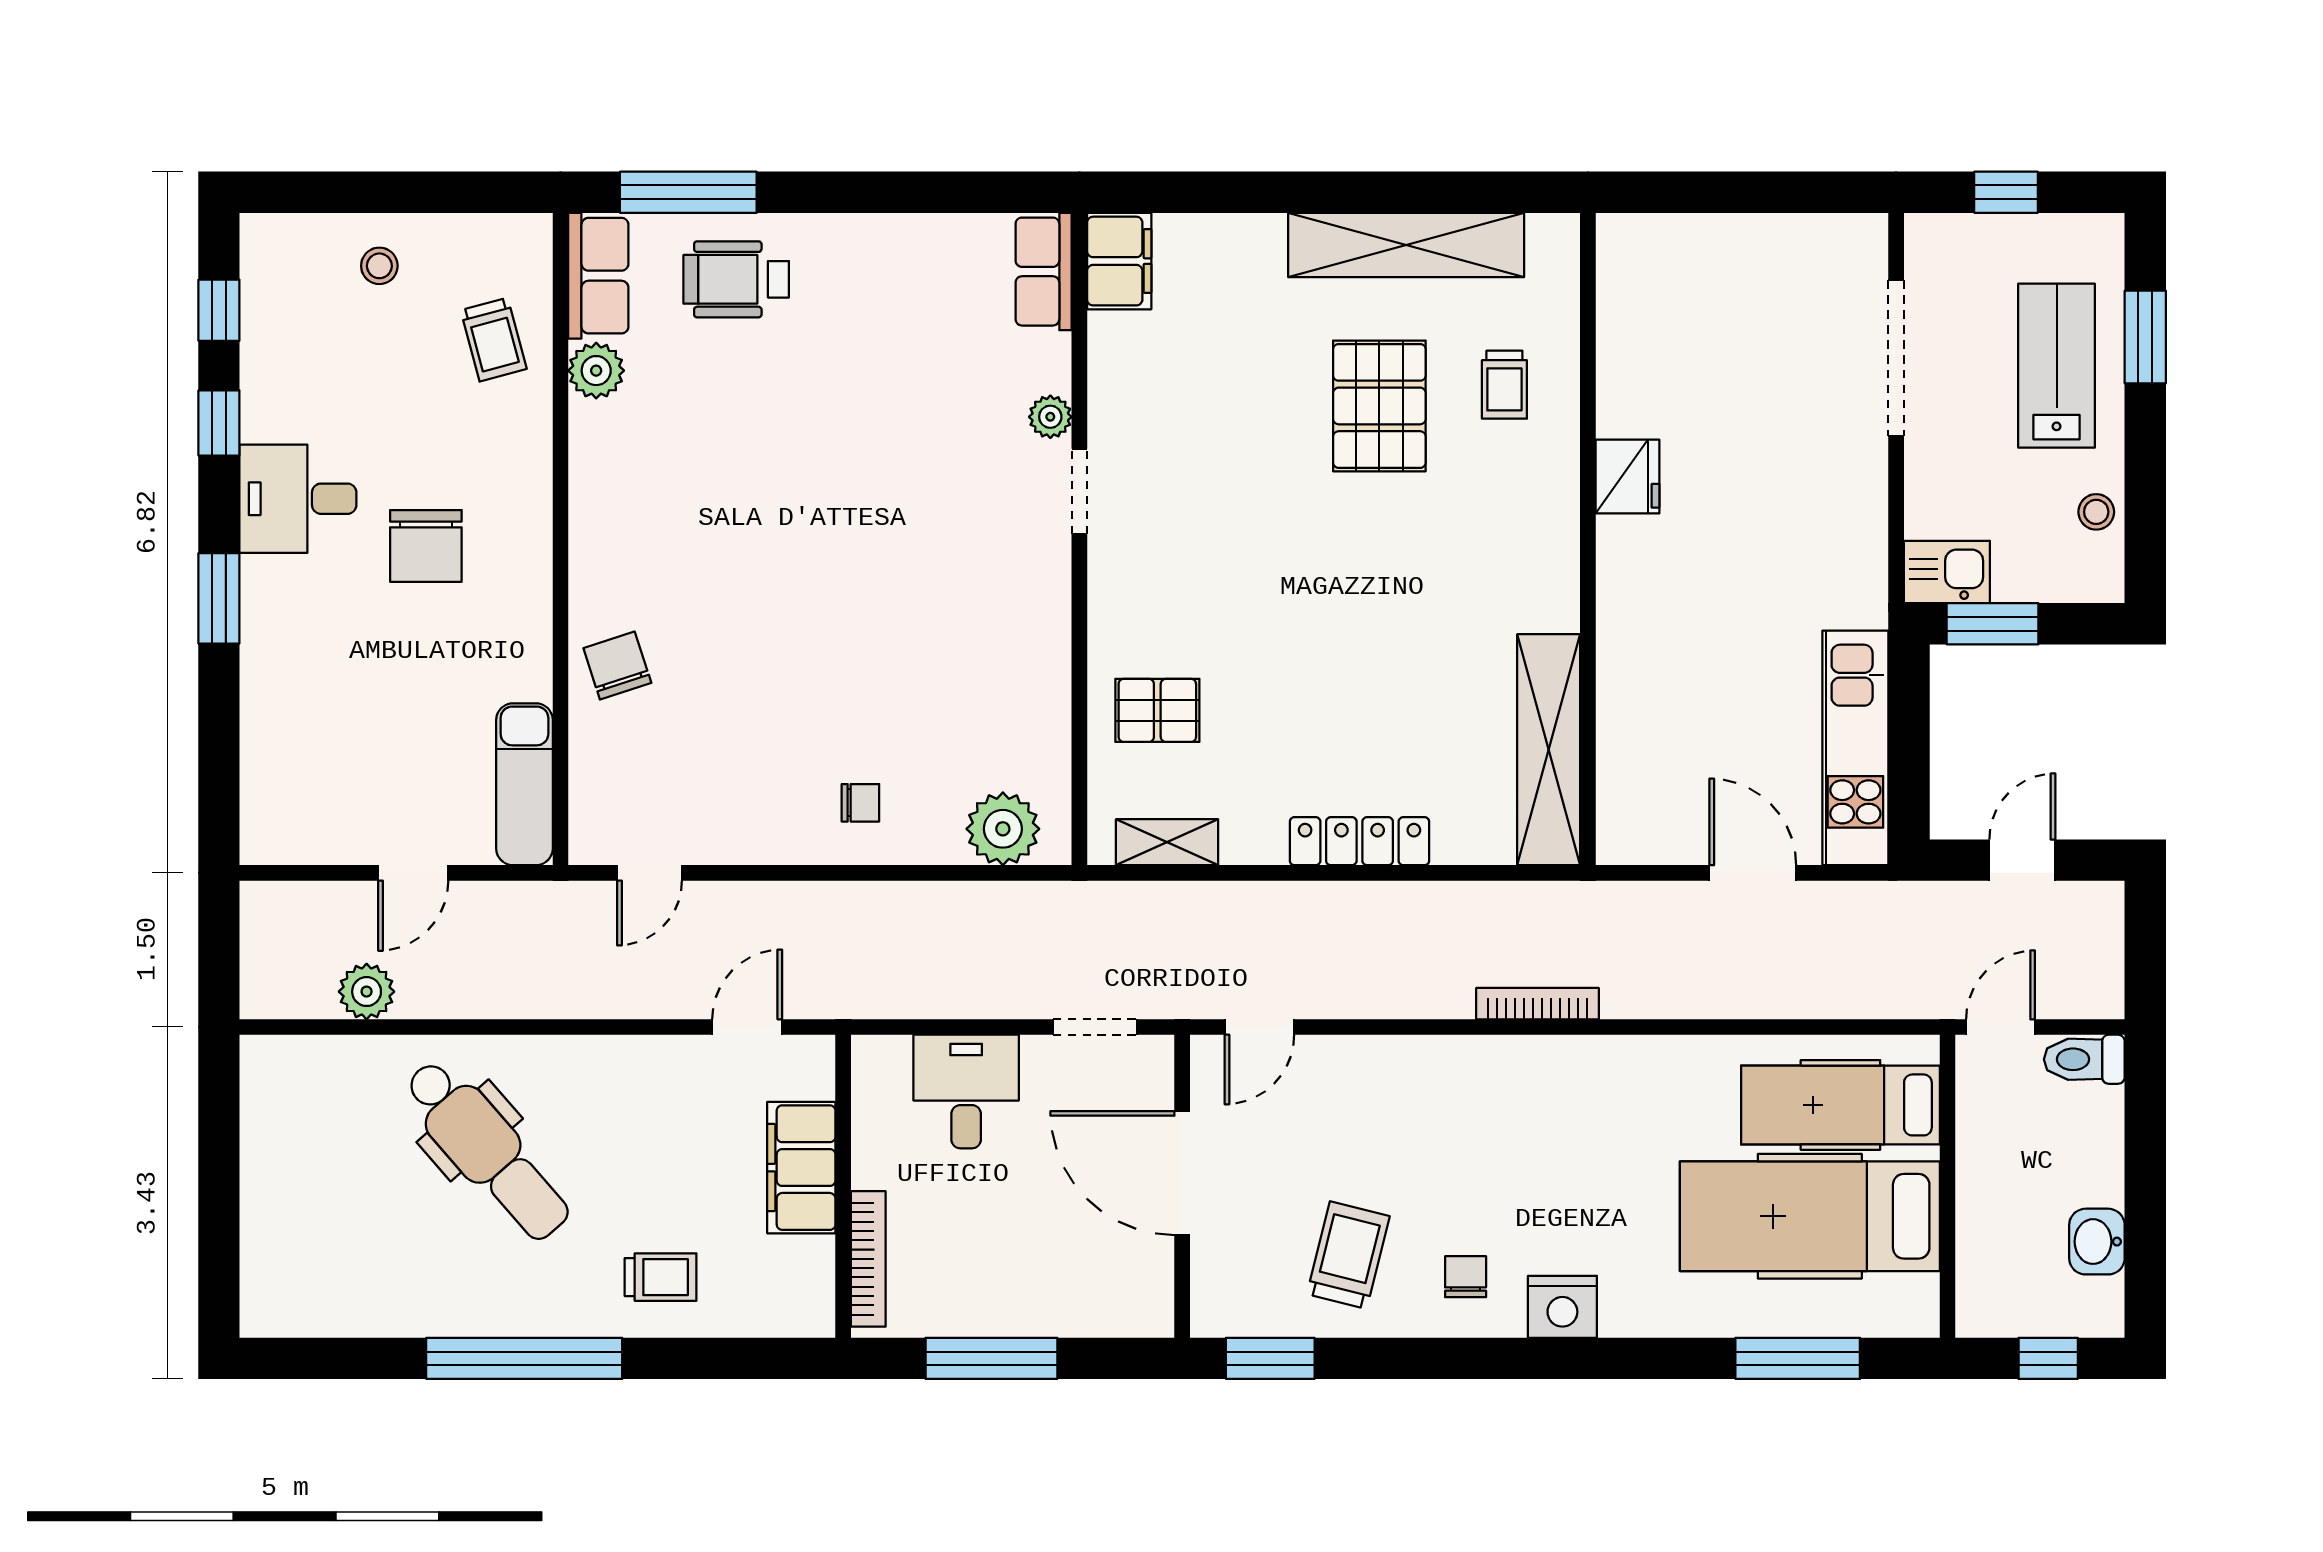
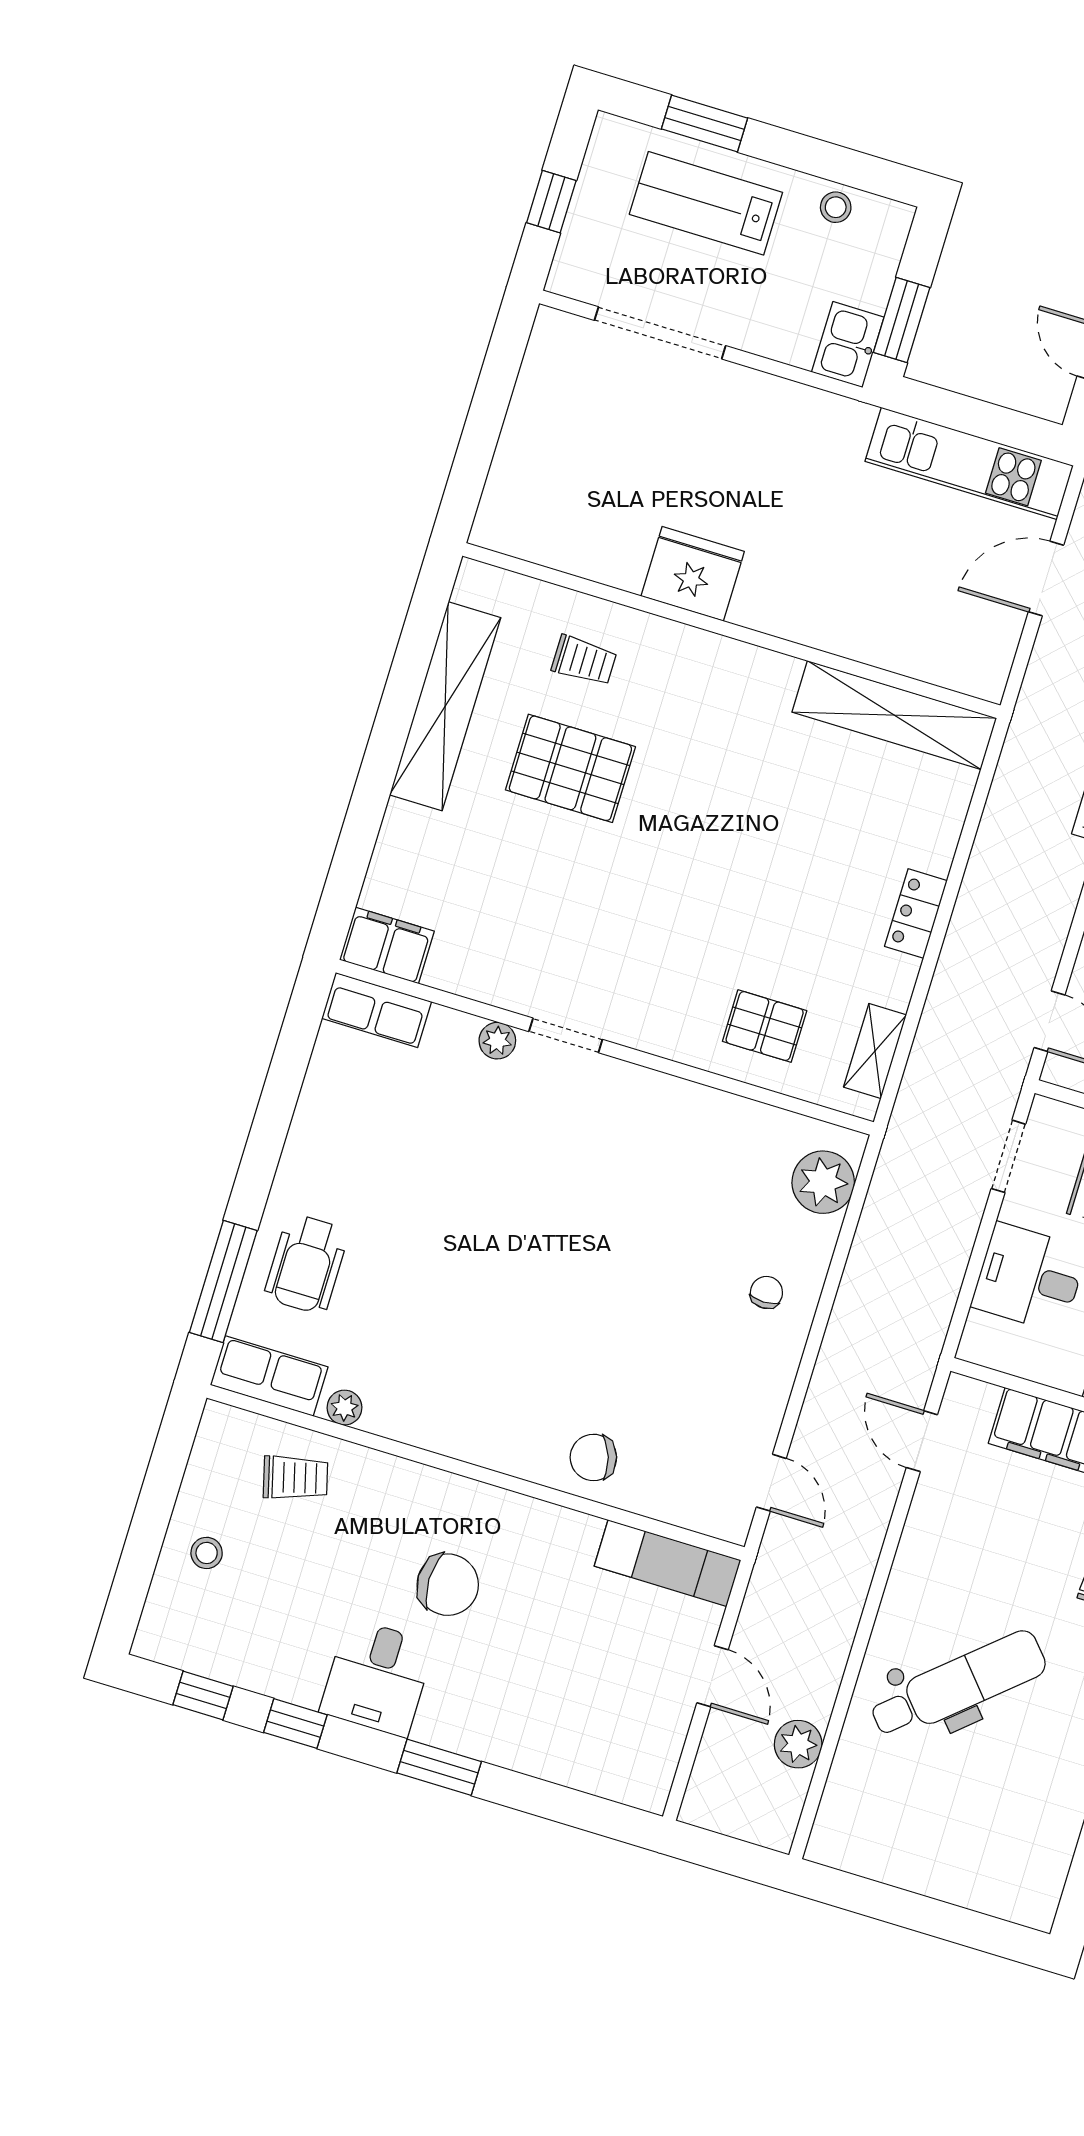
plant: (596, 371) -> (344, 1408), width x0.73, depth x0.73
fridge: (1627, 476) -> (693, 574), width x1.36, depth x1.34
pallet: (1157, 710) -> (765, 1026), turned 90
locker: (1359, 841) -> (916, 913), width x0.66

